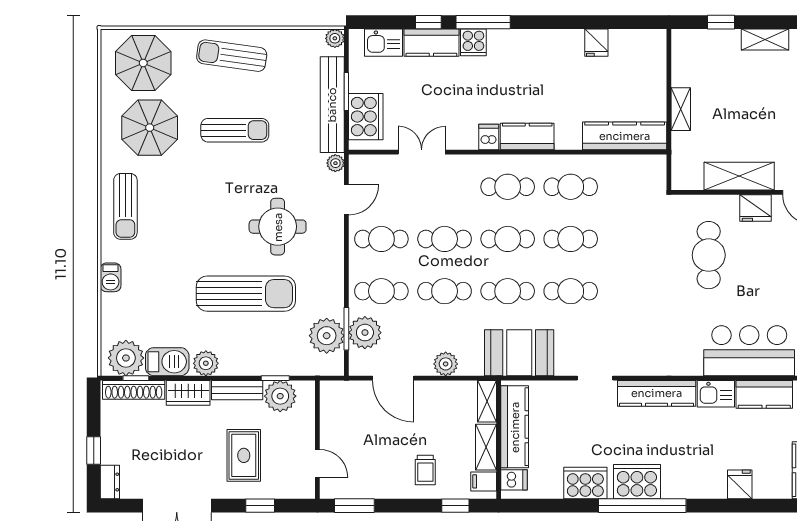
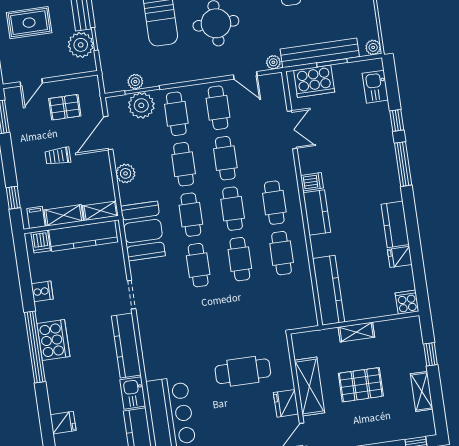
cooker: (473, 42) -> (407, 302), moved, turned 90
kitchen counter: (431, 43) -> (395, 224), moved
pallet: (746, 113) -> (361, 385), added
plant: (327, 336) -> (135, 82), width x0.53, depth x0.53
pallet: (354, 427) -> (65, 107), added
trolley: (425, 470) -> (58, 156), moved
cooker: (585, 483) -> (42, 291), width x0.53, depth x0.76

